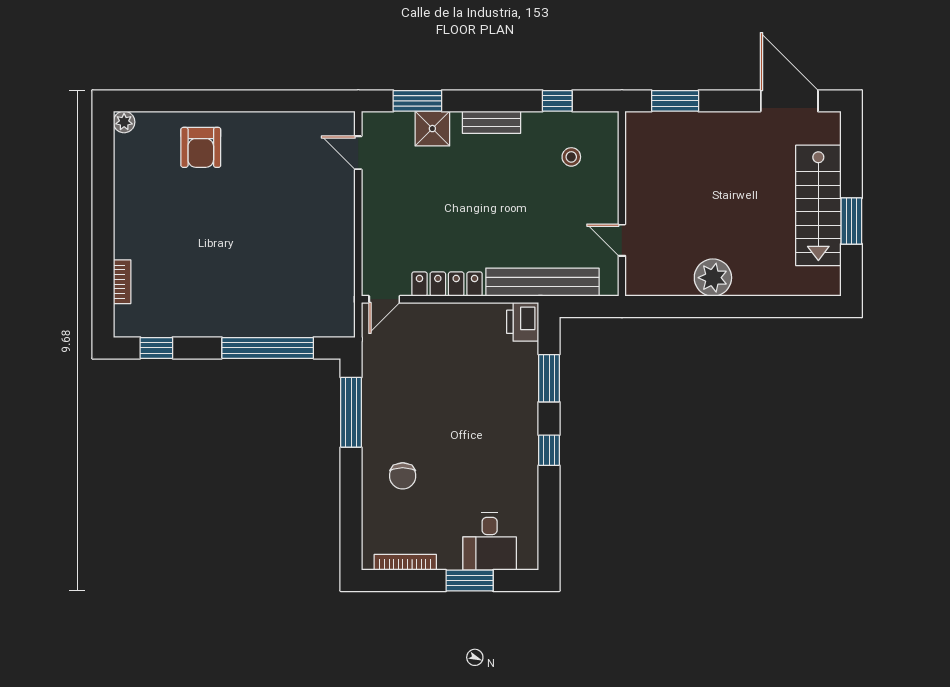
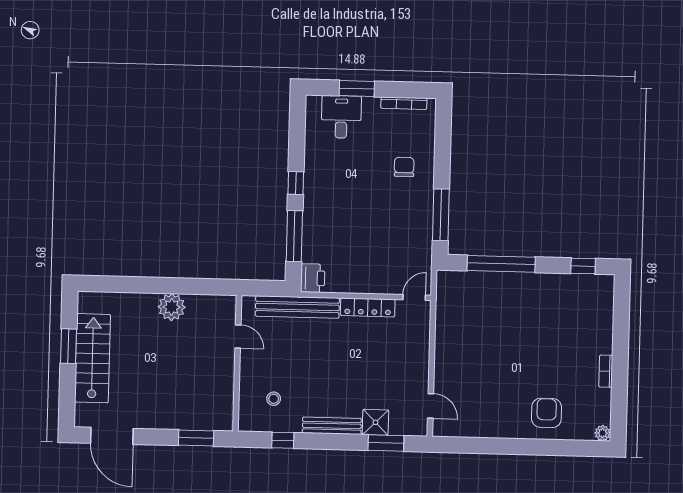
bench: (491, 122) -> (332, 426), width x1.36
bookcase: (122, 282) -> (606, 371), moved
window: (549, 378) -> (294, 236), width x1.44

